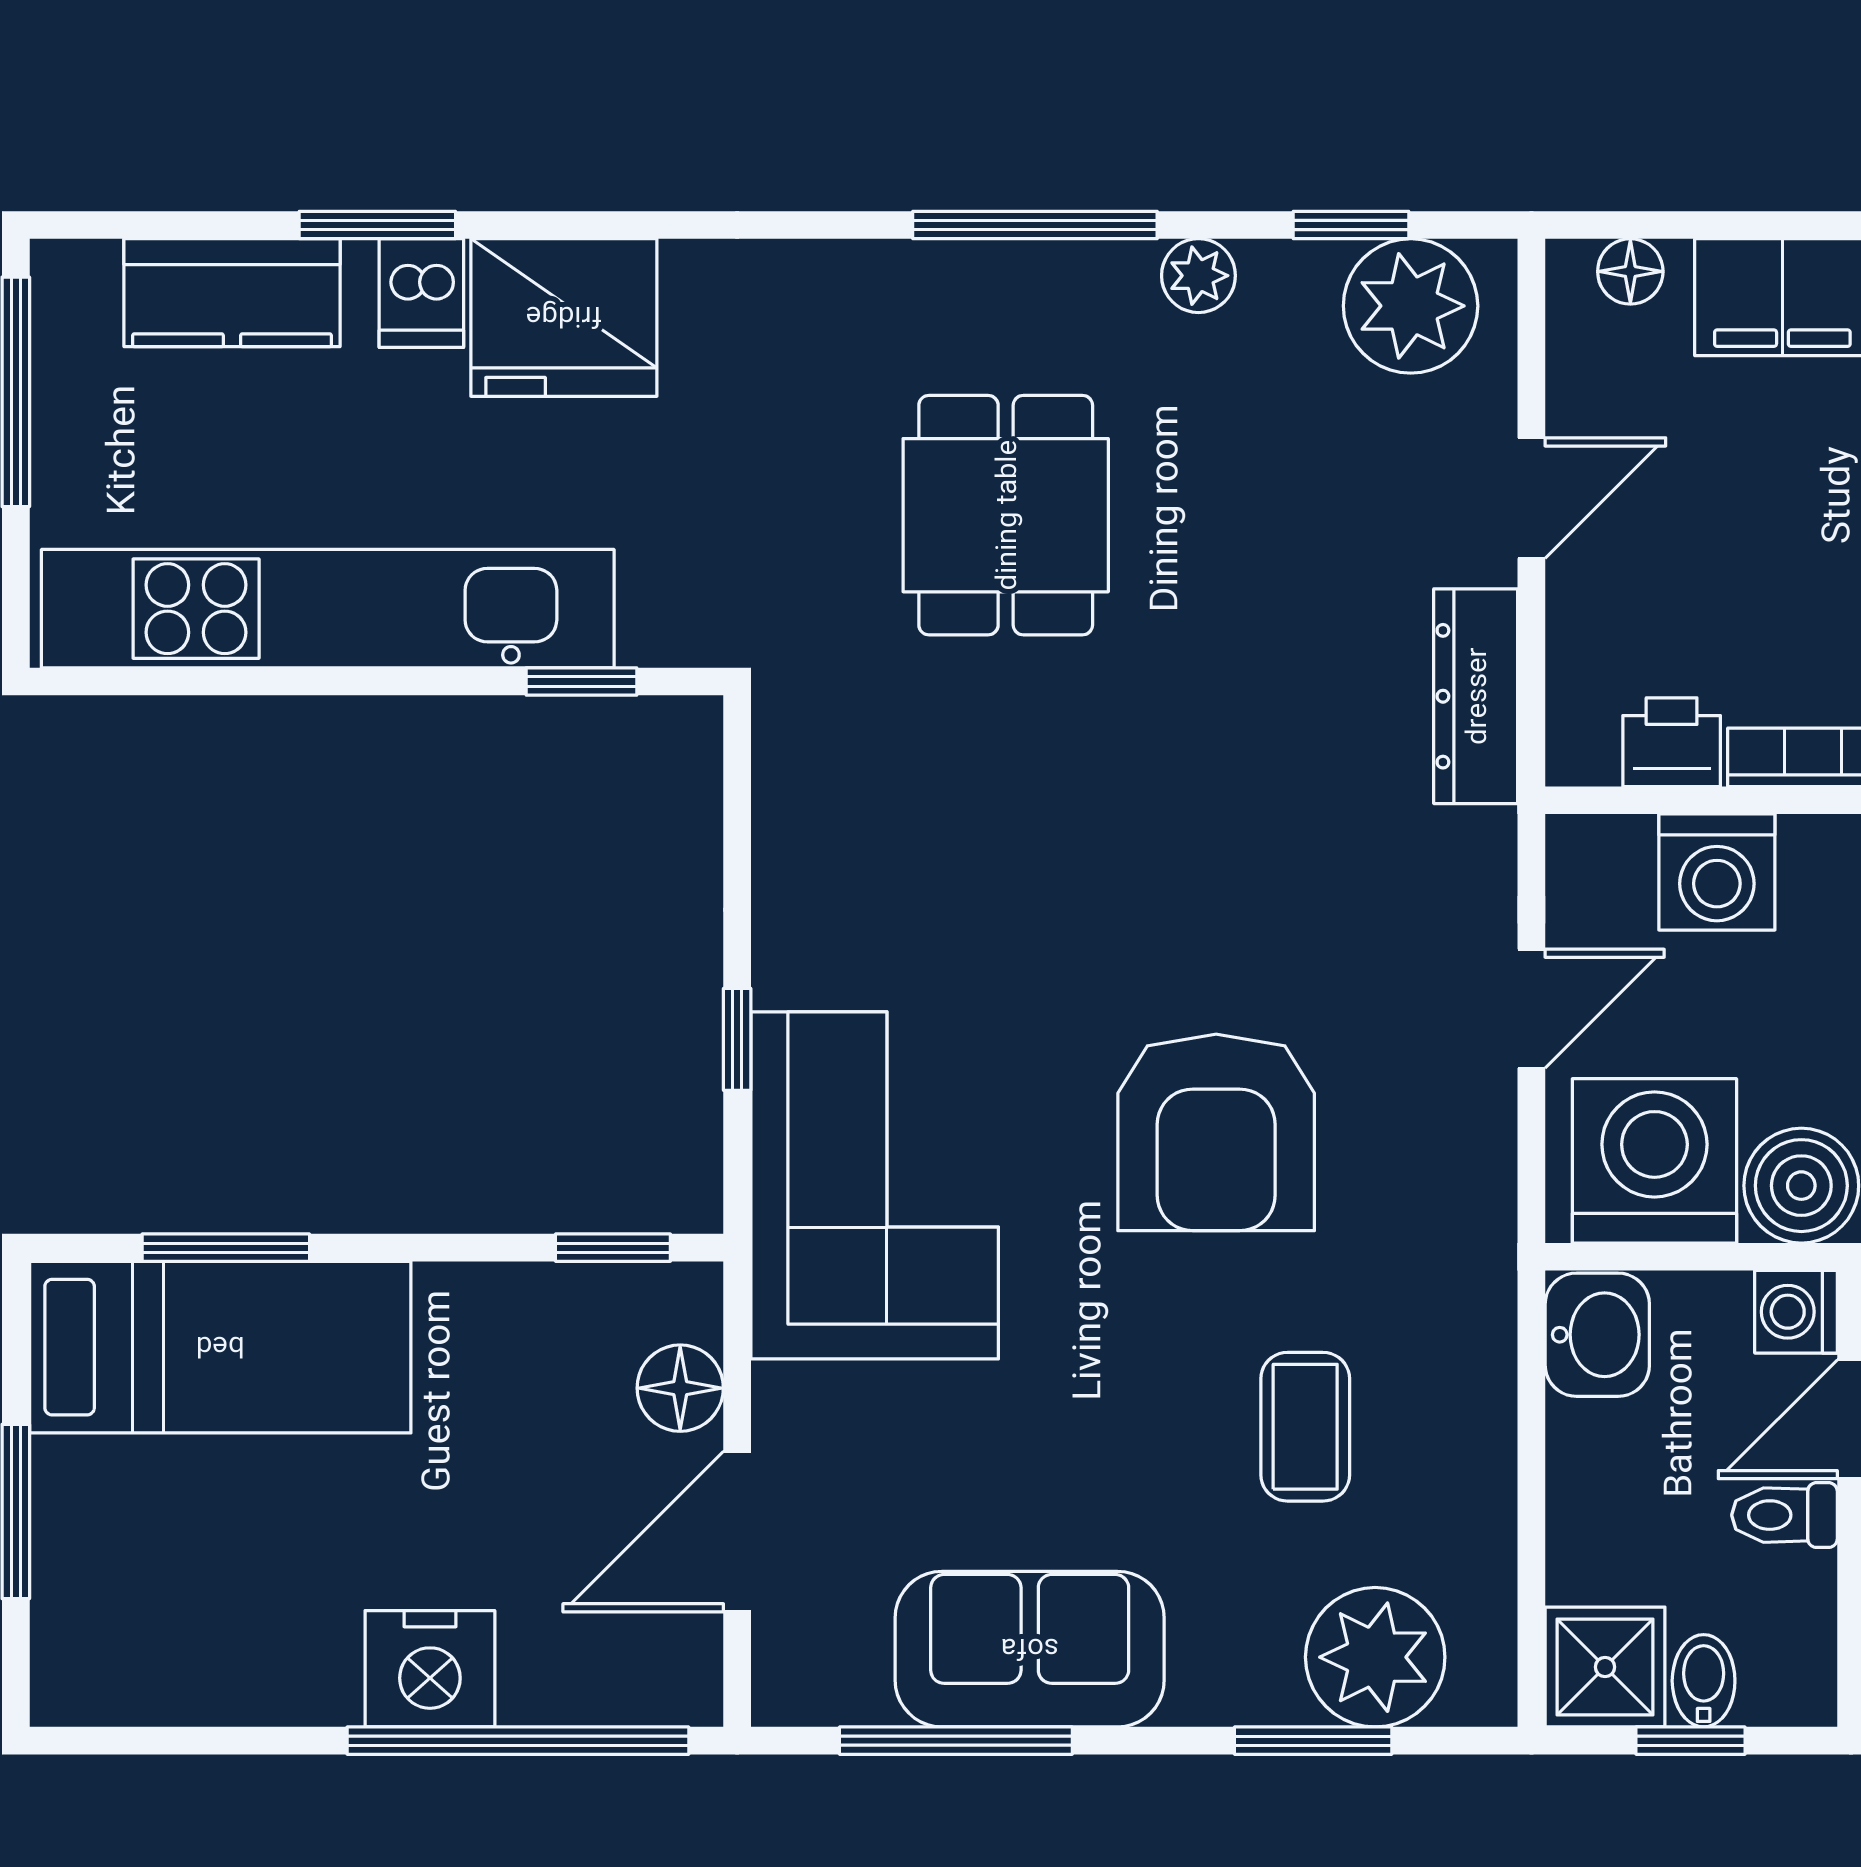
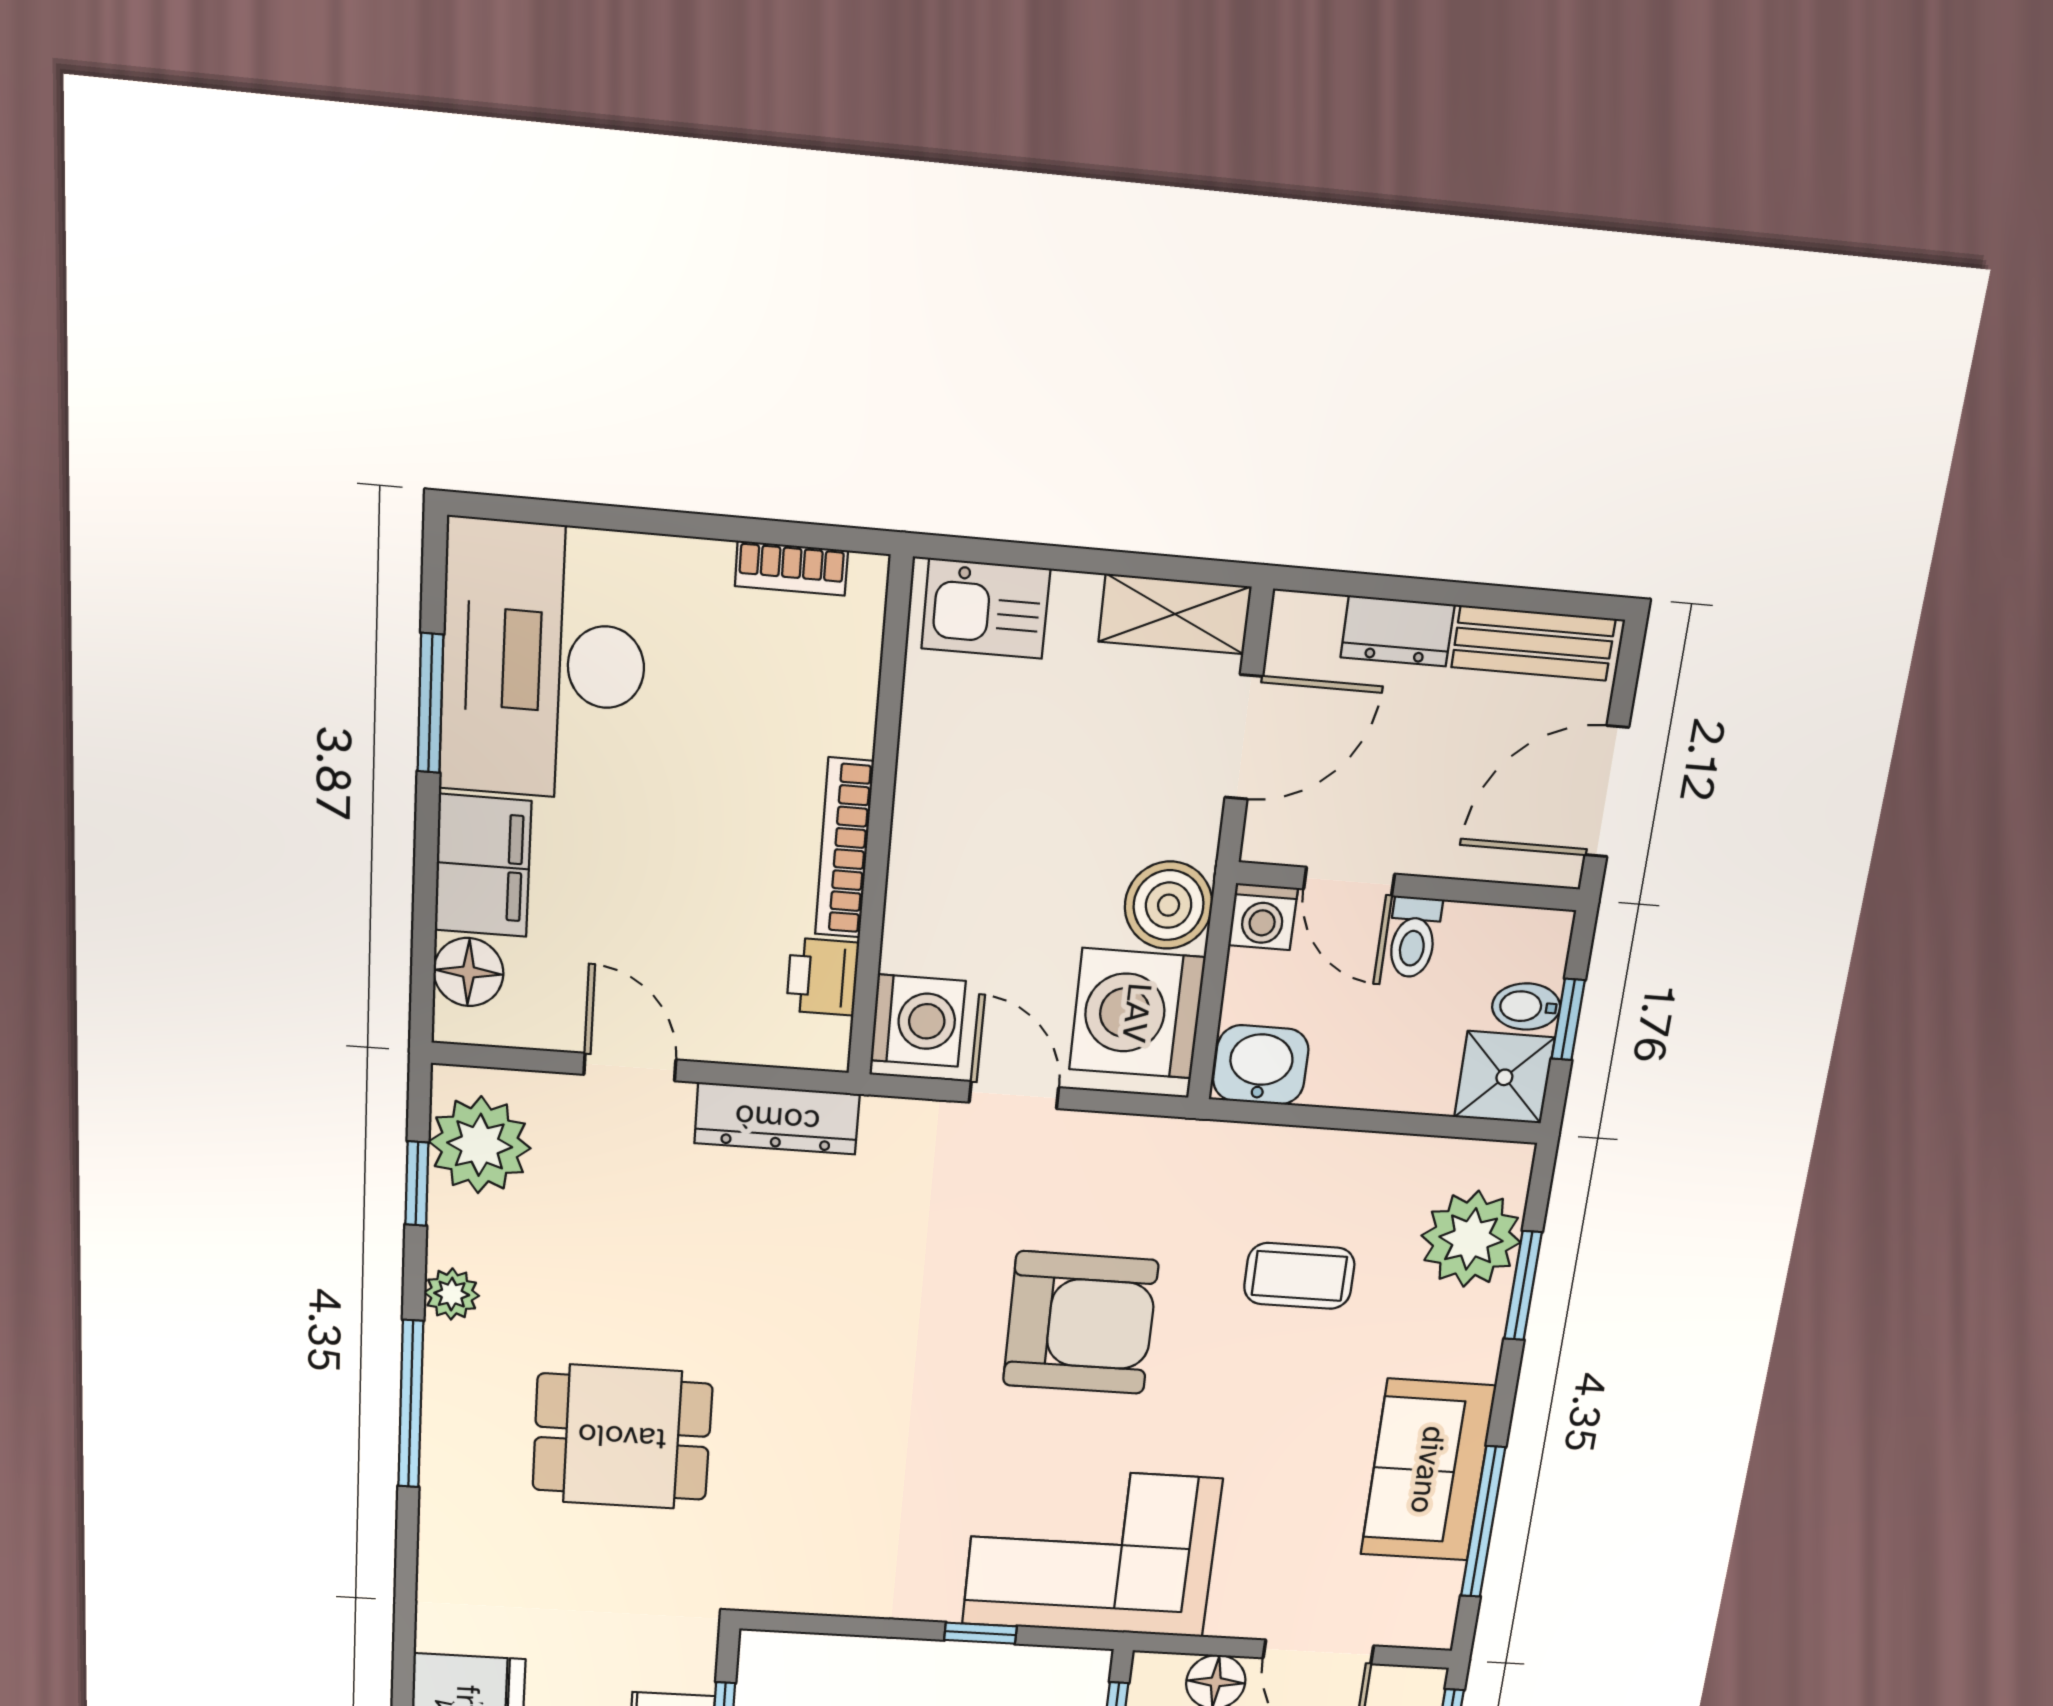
floor lamp: (1630, 271) -> (468, 972), width x1.37, depth x1.37
washing machine: (1717, 872) -> (918, 1021), moved

